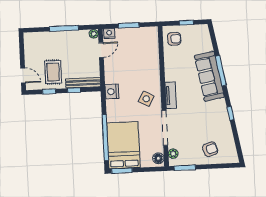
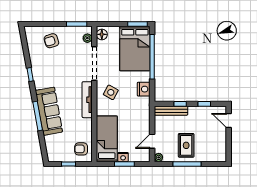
nightstand: (109, 33) -> (123, 157), moved
bed: (148, 50) -> (107, 139), added
rug: (53, 72) -> (186, 145), moved
nightstand: (112, 92) -> (144, 89), moved
tv unit: (171, 95) -> (87, 100), width x1.41

